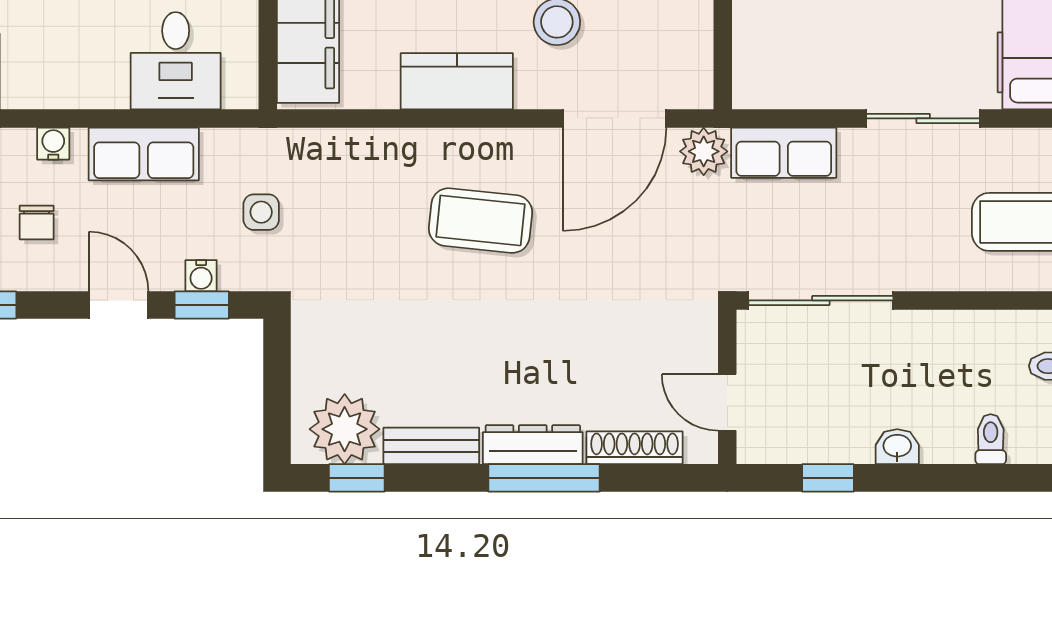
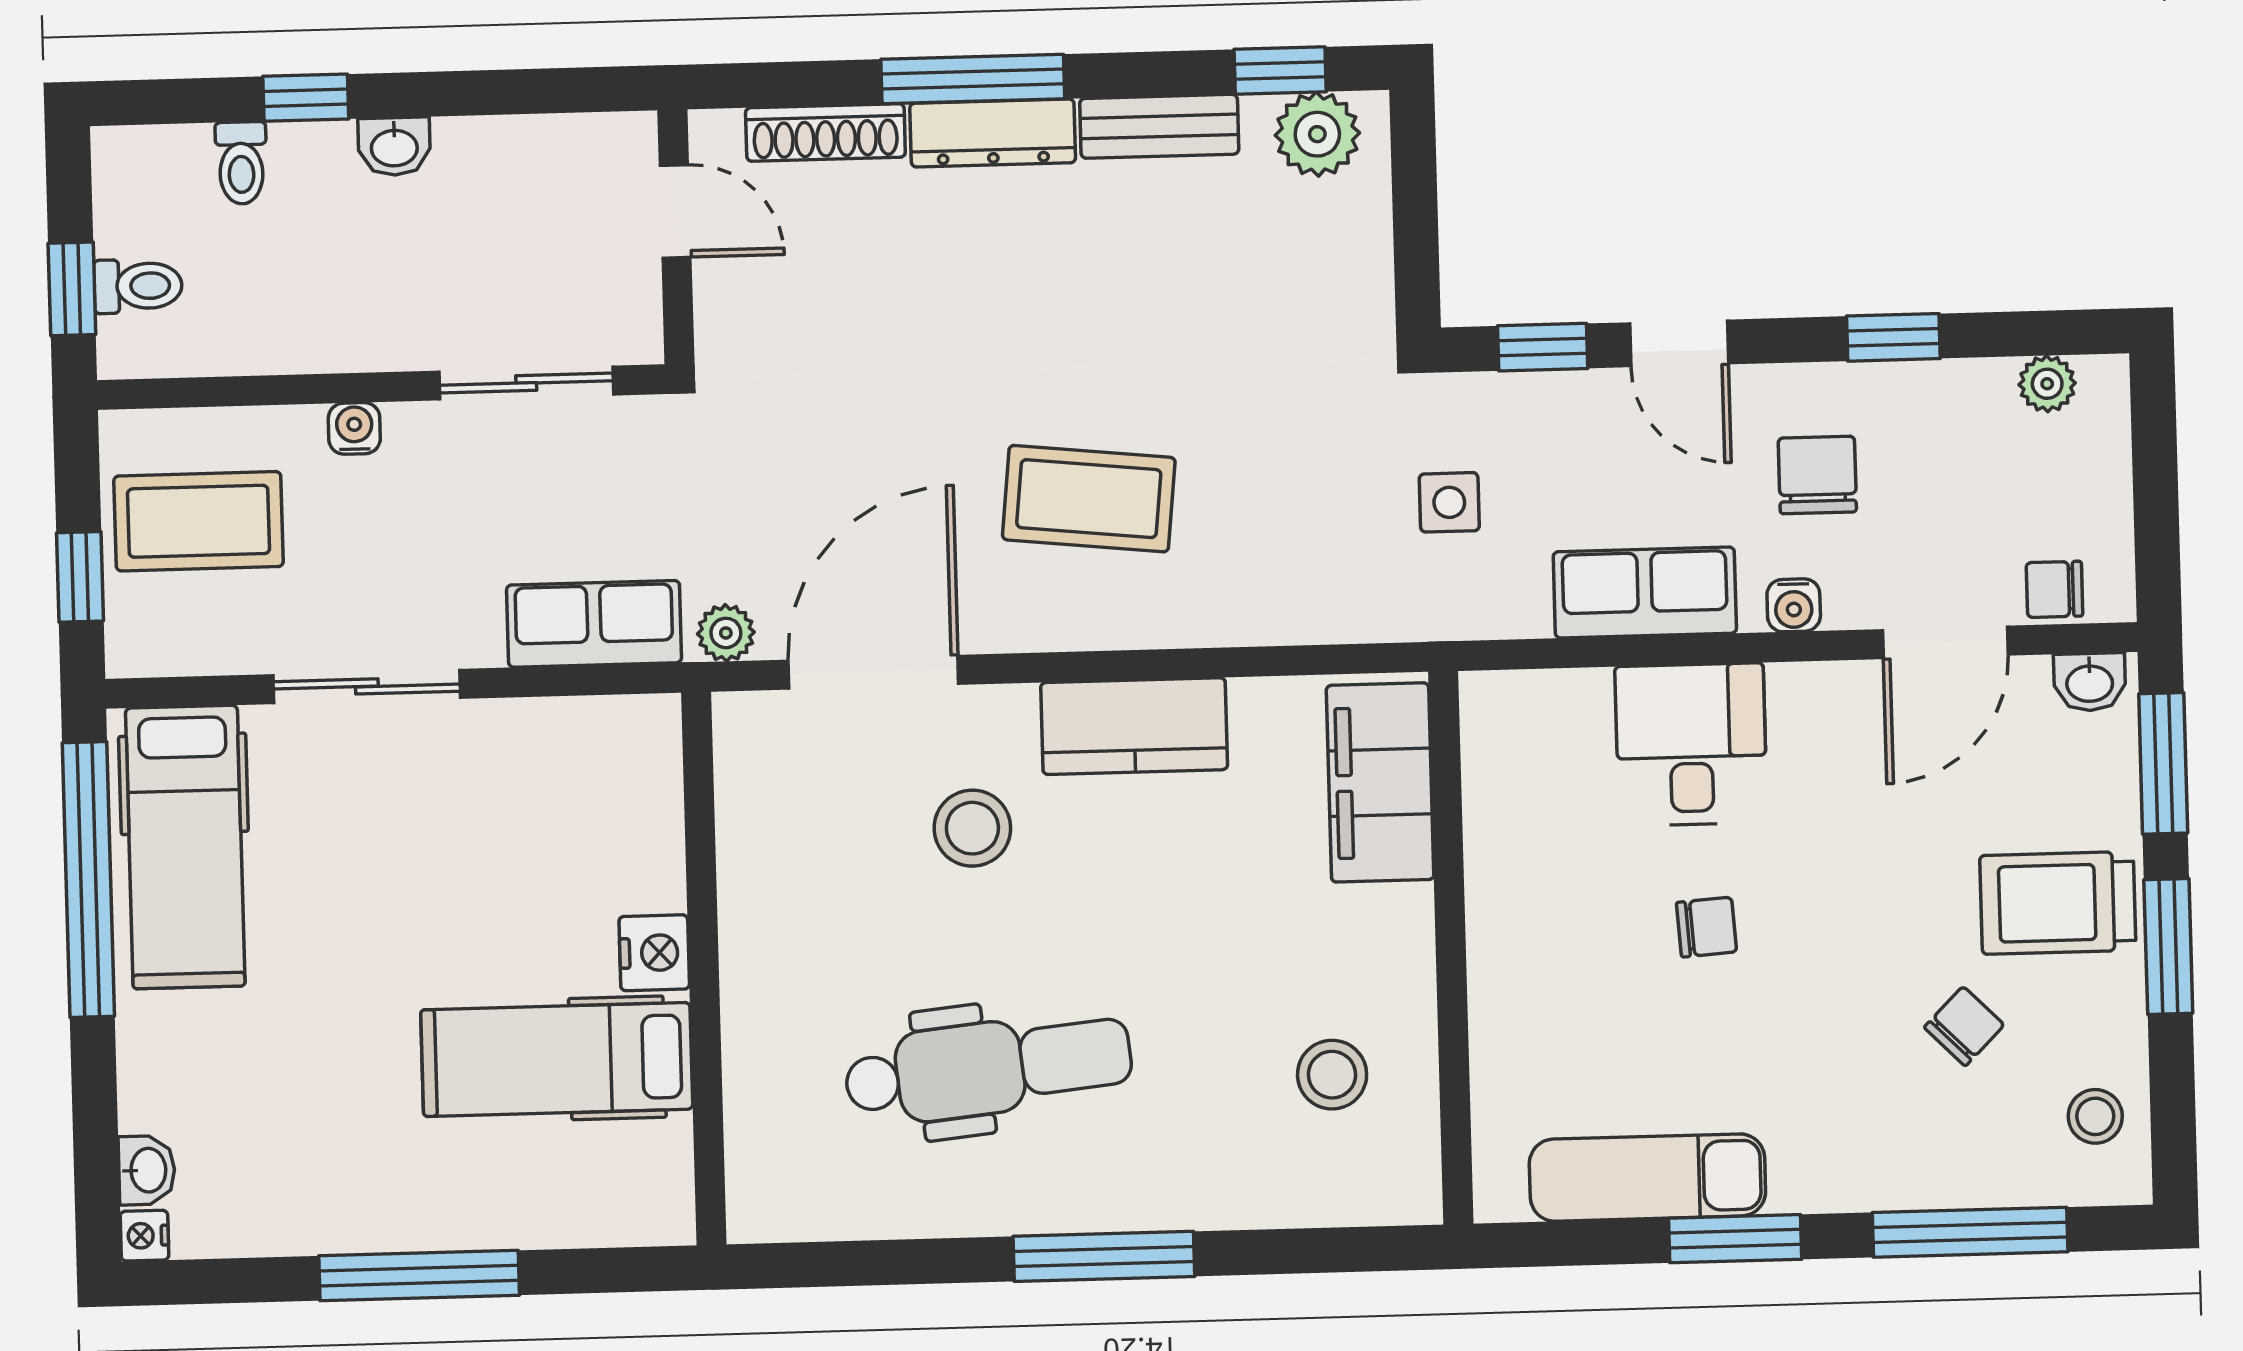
desk: (176, 61) -> (1691, 744), moved
plant: (704, 151) -> (726, 633), width x0.73, depth x0.73
chair: (37, 223) -> (1817, 475), width x1.37, depth x1.37
water cooler: (201, 276) -> (354, 428), moved
sliding door: (821, 300) -> (526, 383), width x0.73
plant: (345, 429) -> (1317, 134), width x0.73, depth x0.73
window: (828, 478) -> (306, 98), moved

